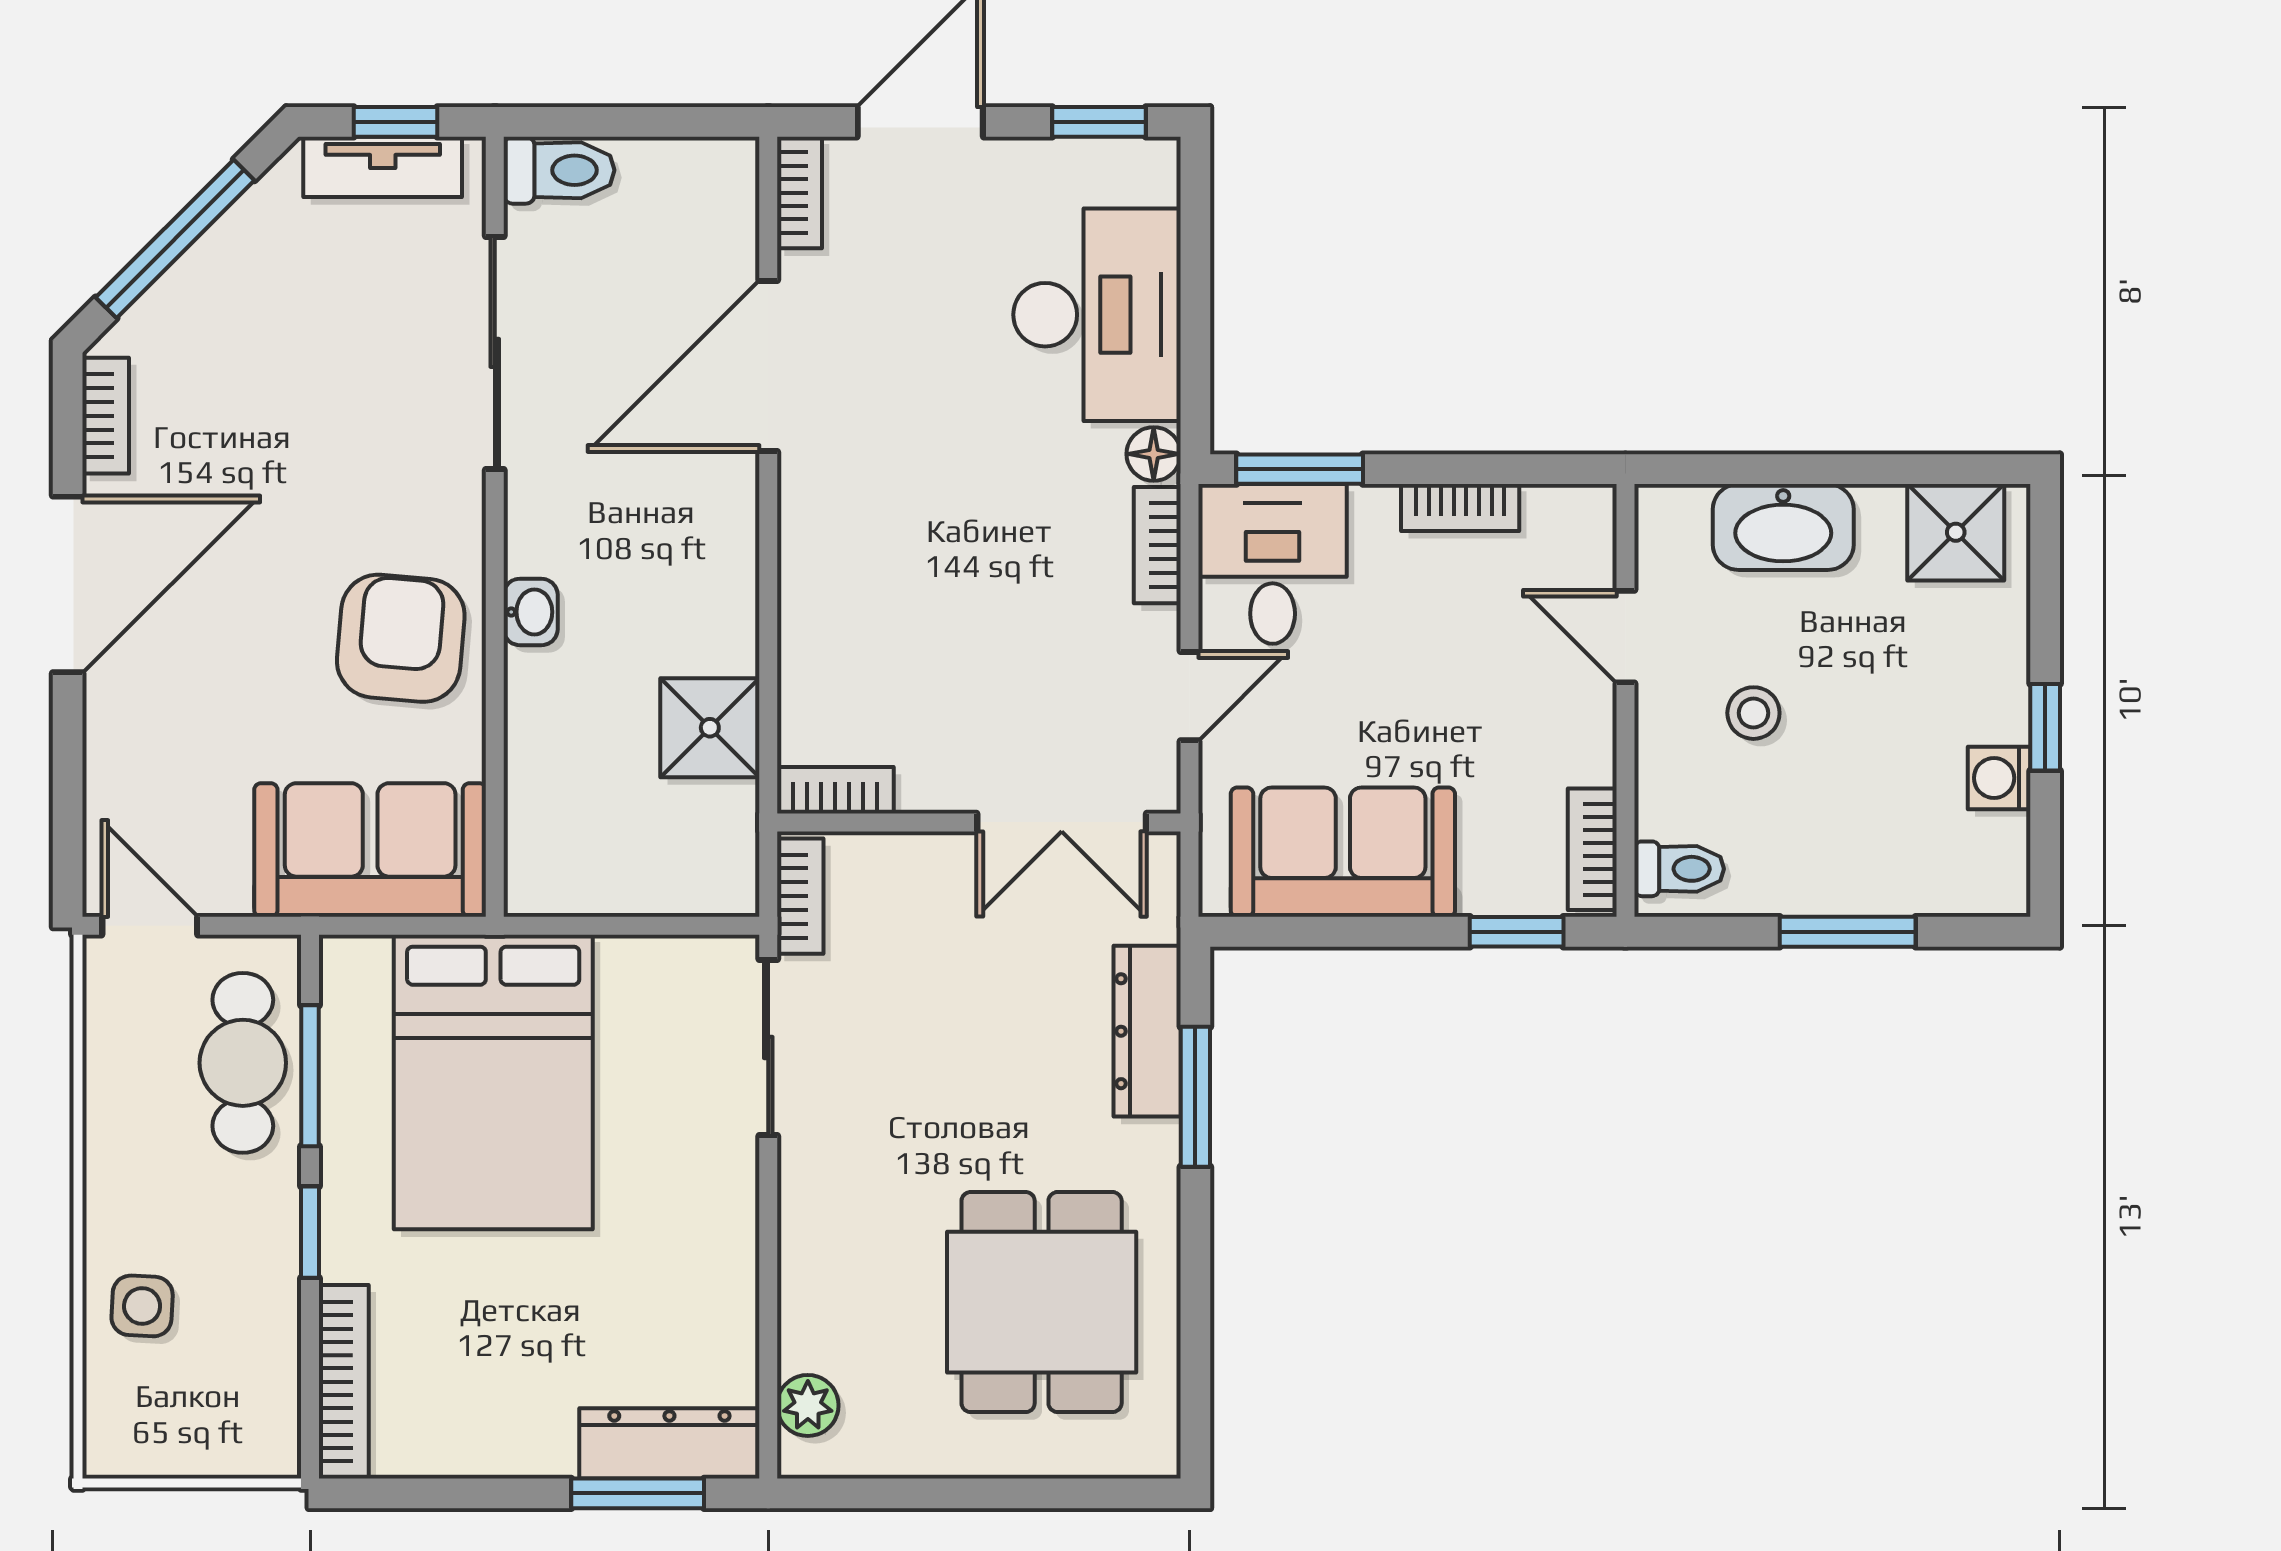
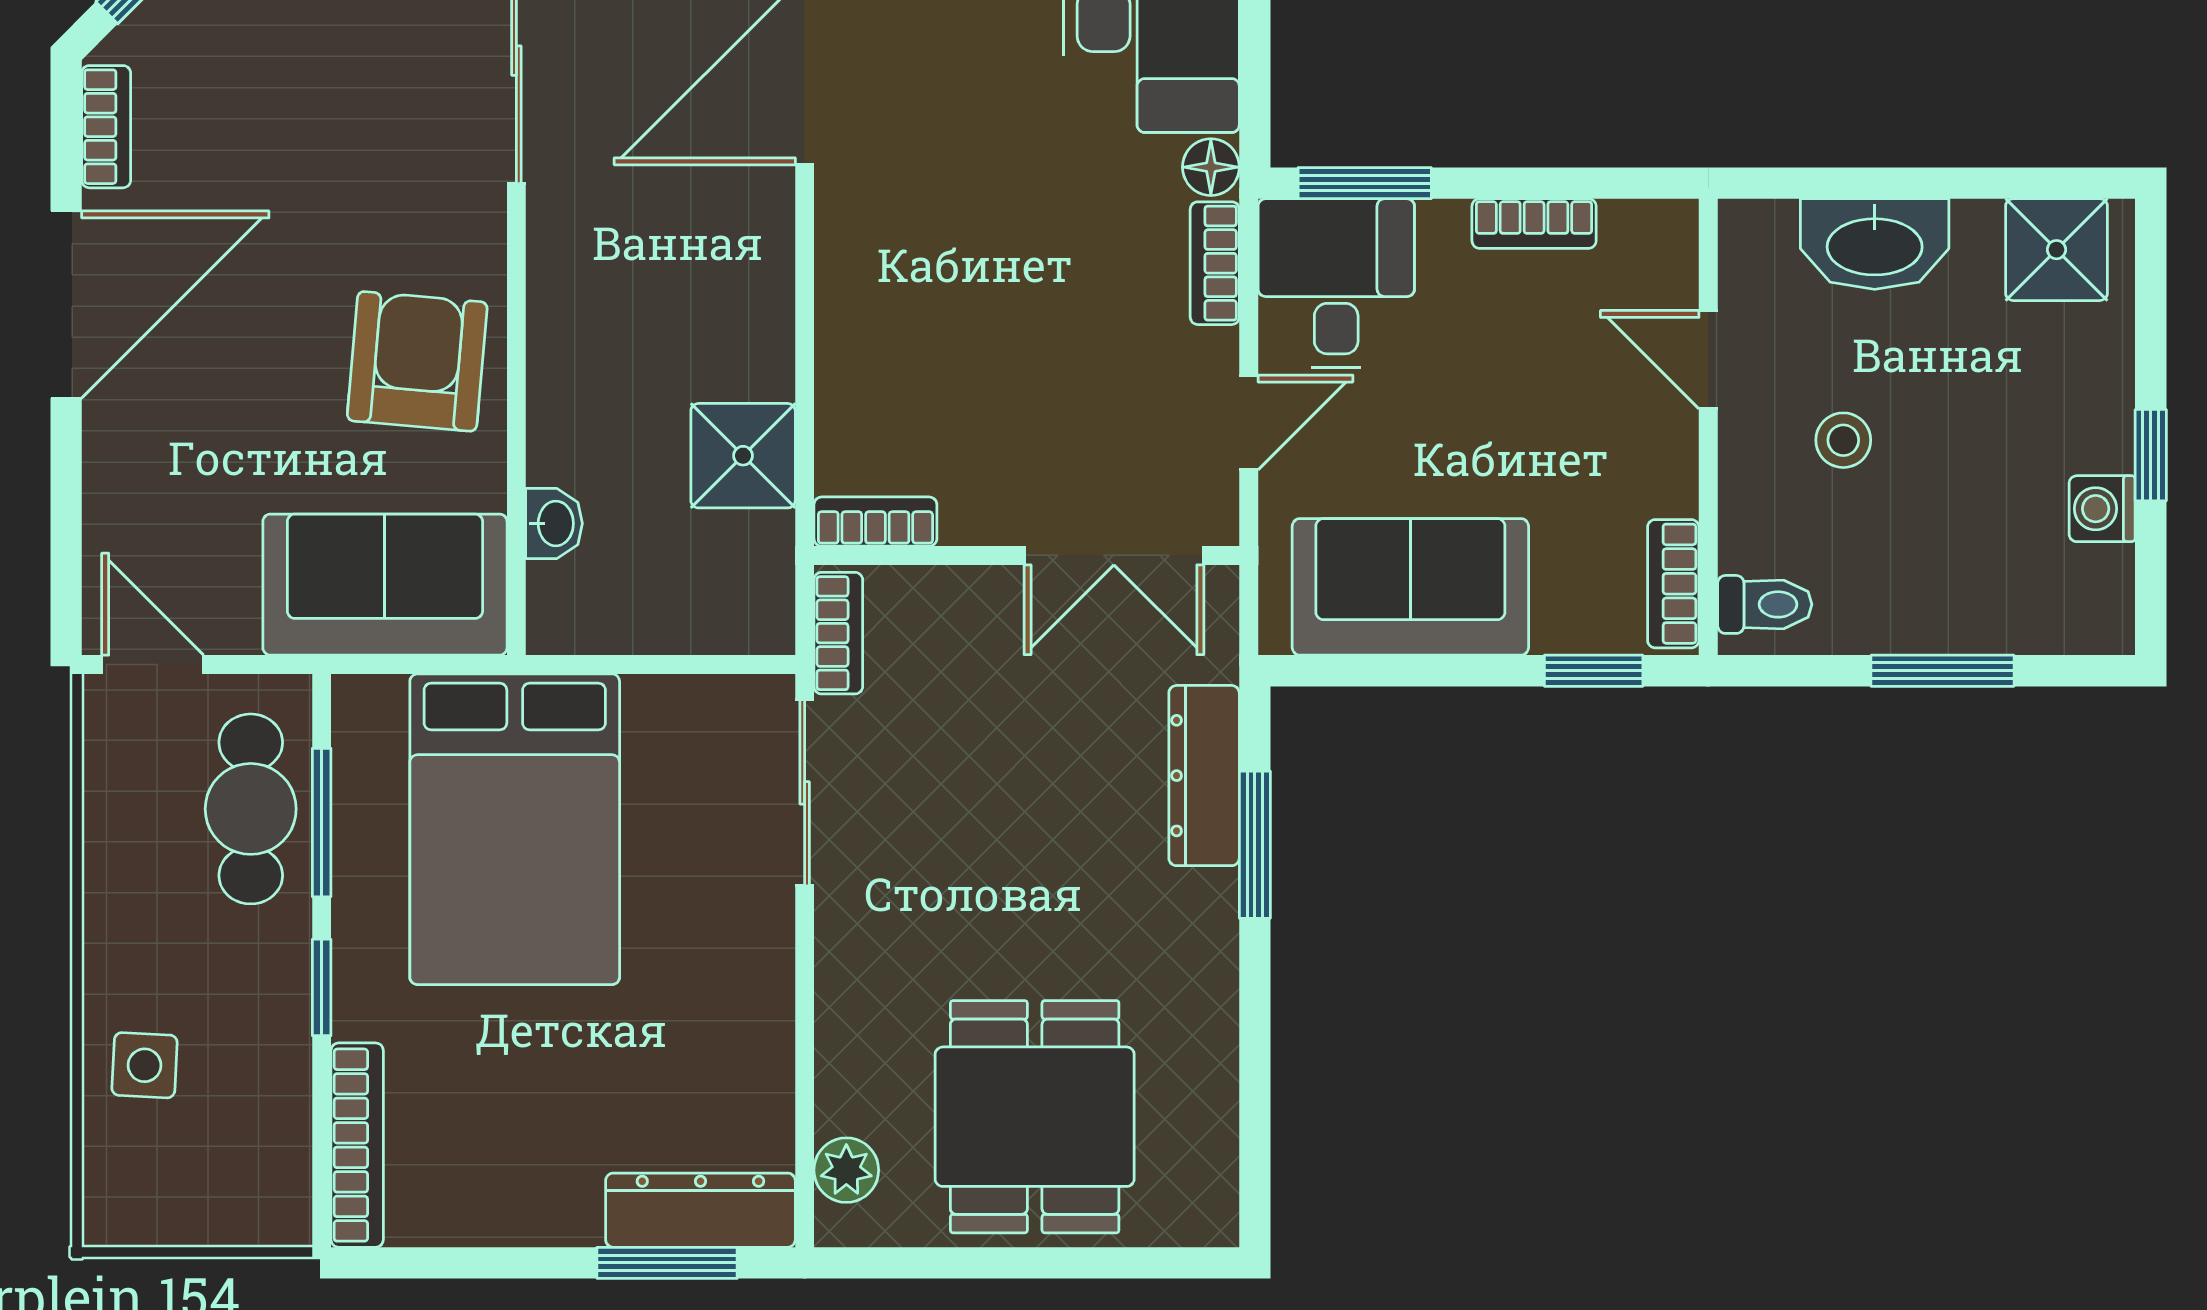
washbasin: (531, 612) -> (554, 523), moved
dining table: (1042, 1302) -> (1035, 1117), moved

